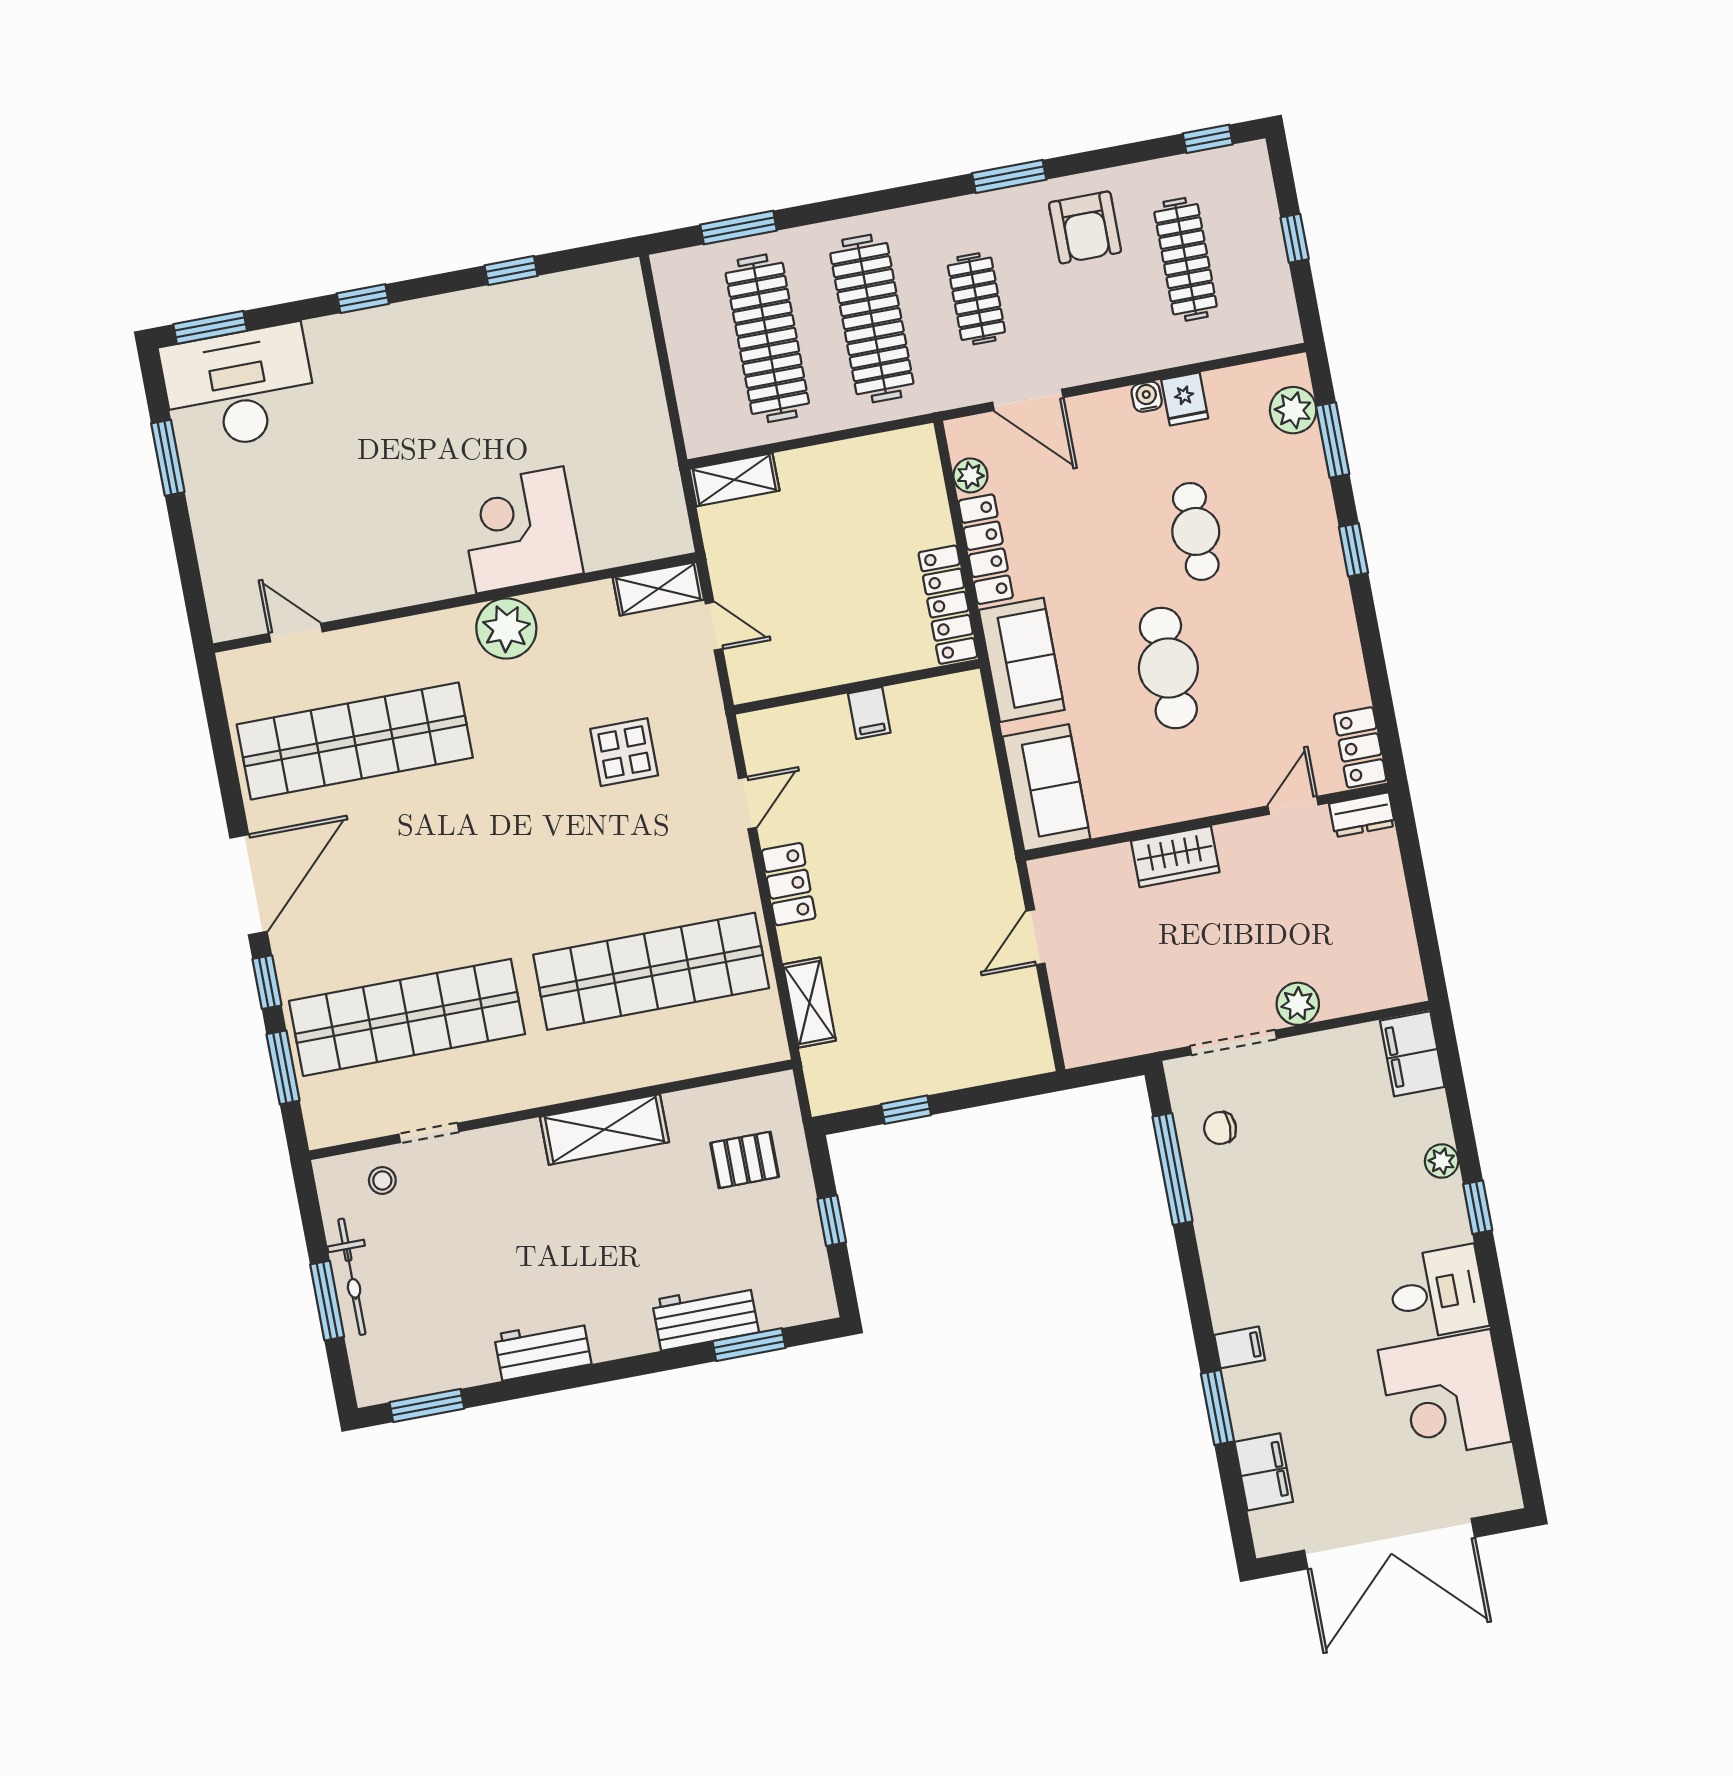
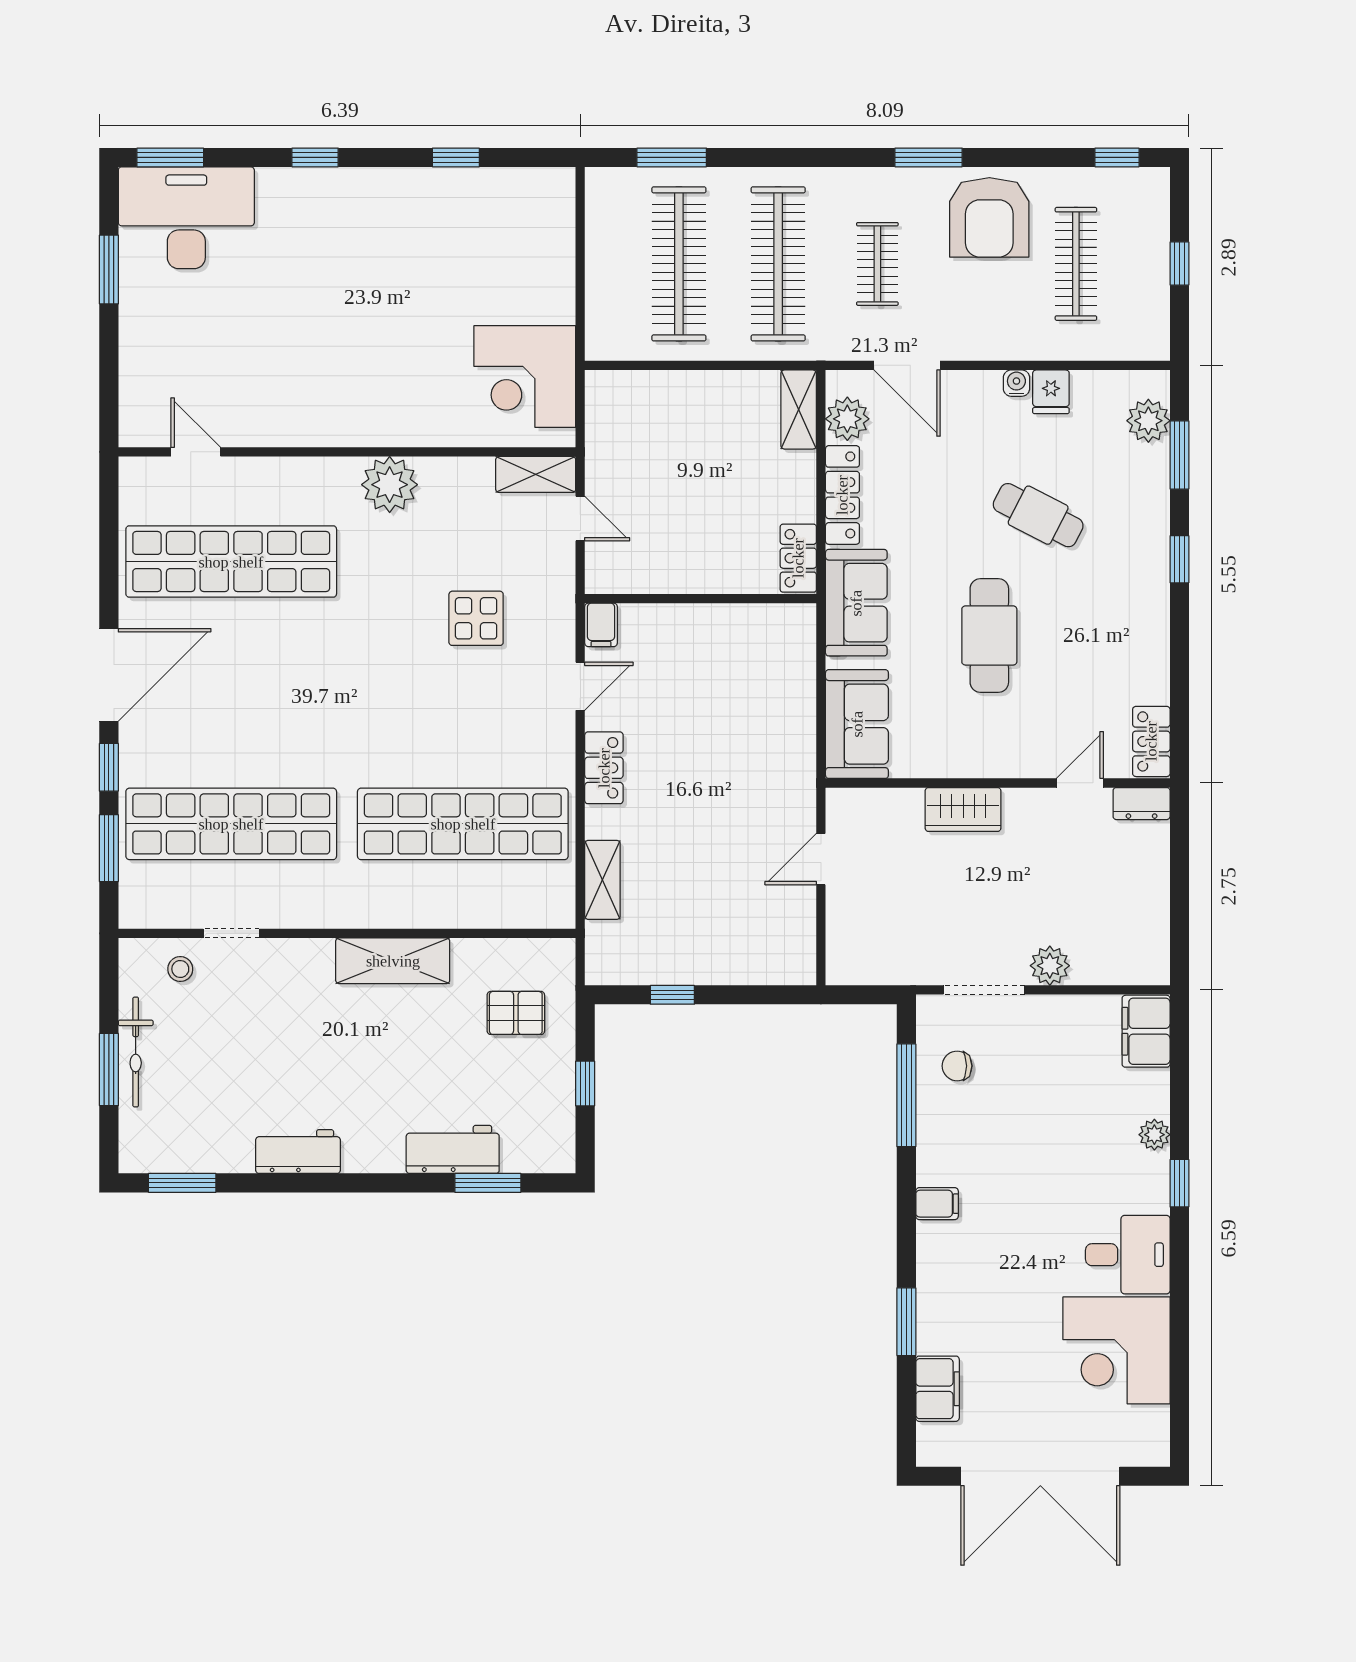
armchair: (1085, 227) -> (989, 217), width x1.36, depth x1.36
plant: (970, 475) -> (847, 419), width x1.38, depth x1.38
shelving: (734, 480) -> (799, 409), moved, turned 90
corner desk: (520, 530) -> (525, 377), moved, turned -90
cafe table: (1196, 531) -> (1038, 515), turned -63
locker: (948, 605) -> (798, 558), width x0.66
filing cabinet: (869, 713) -> (601, 625), moved
filing cabinet: (1240, 1347) -> (937, 1204), moved

